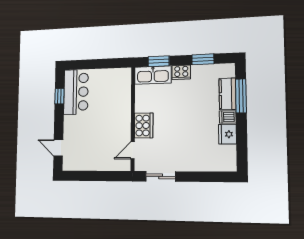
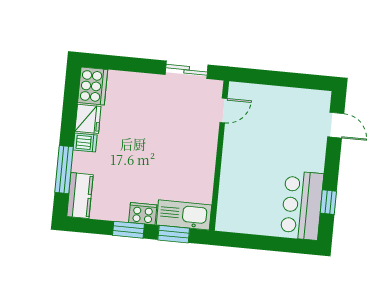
window: (203, 59) -> (128, 230), moved
kitchen counter: (227, 94) -> (80, 196), moved
cooker: (144, 126) -> (93, 86), moved, turned 180

